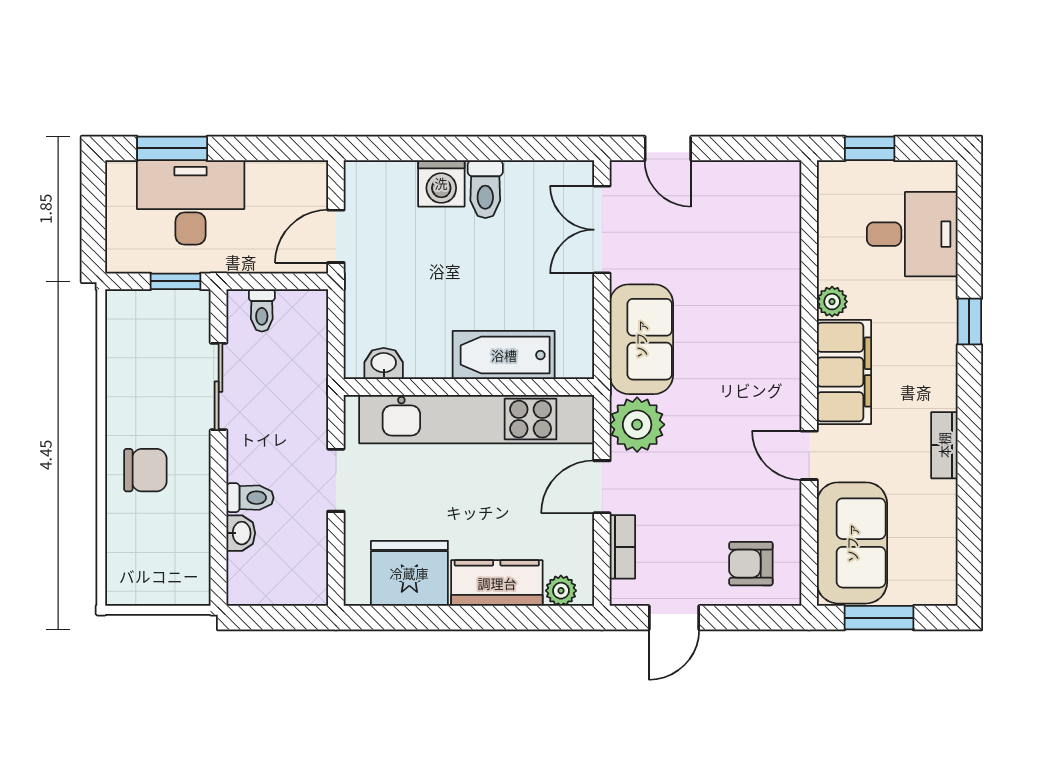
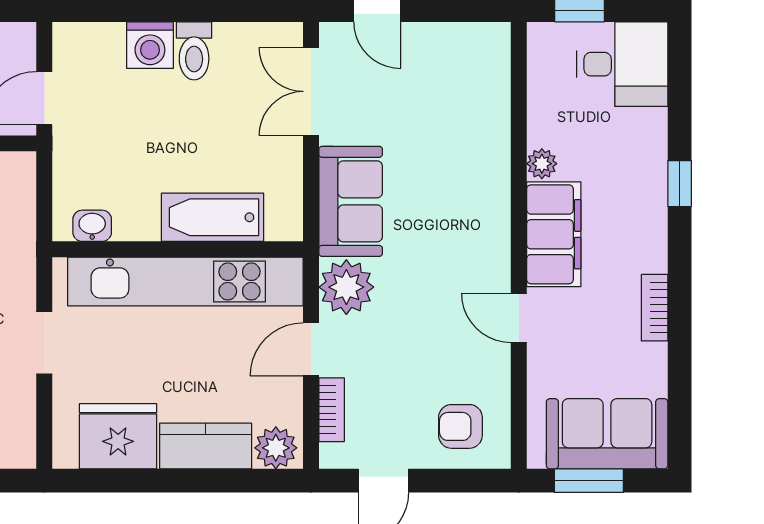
desk: (912, 234) -> (622, 64), moved
sofa: (852, 543) -> (607, 434), moved, turned -90
plant: (561, 591) -> (276, 448), width x1.38, depth x1.38

